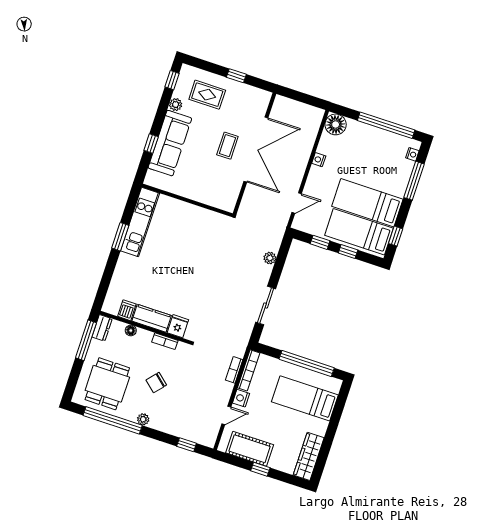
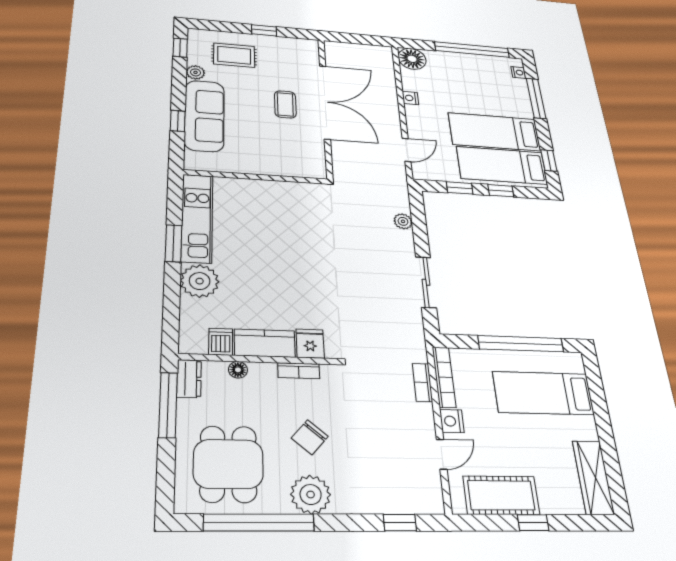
plant: (128, 267) -> (200, 281), added
plant: (143, 419) -> (311, 495), width x1.88, depth x1.88

